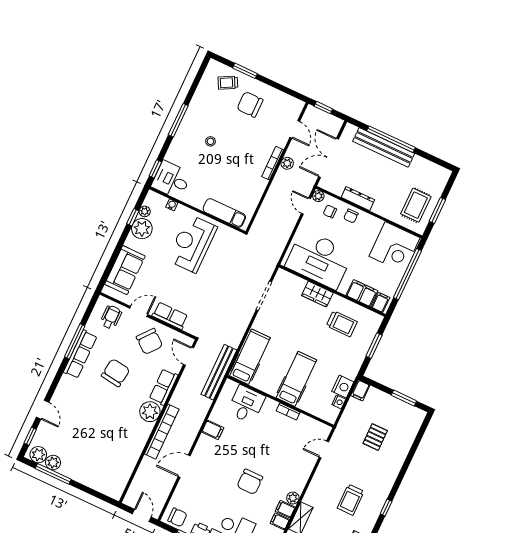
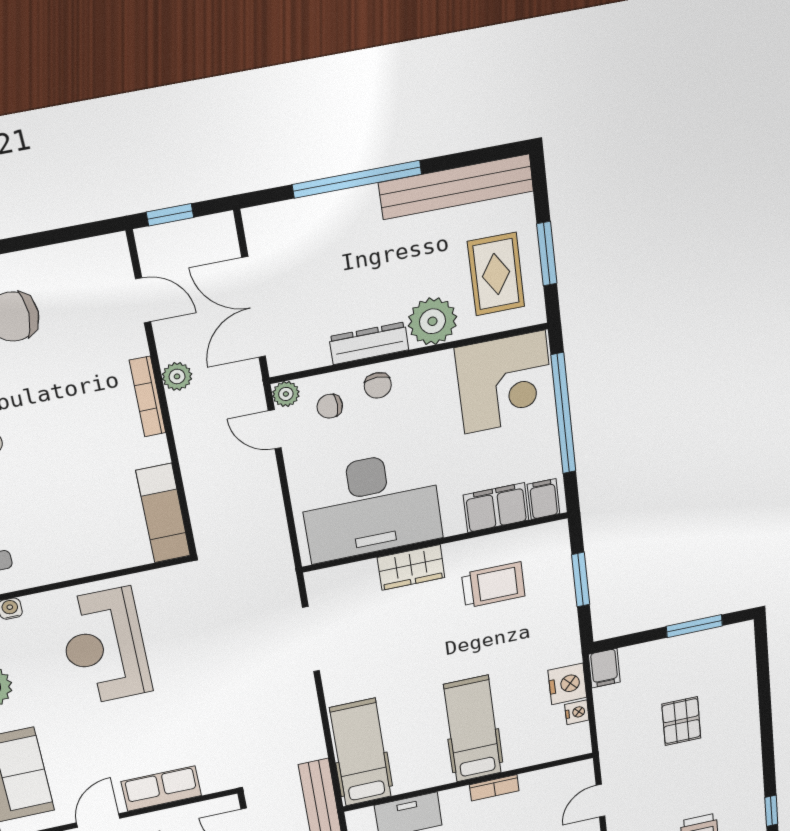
bench: (384, 147) -> (456, 187), moved
plant: (384, 206) -> (432, 321), added
exam couch: (224, 213) -> (163, 513), moved, turned -90

